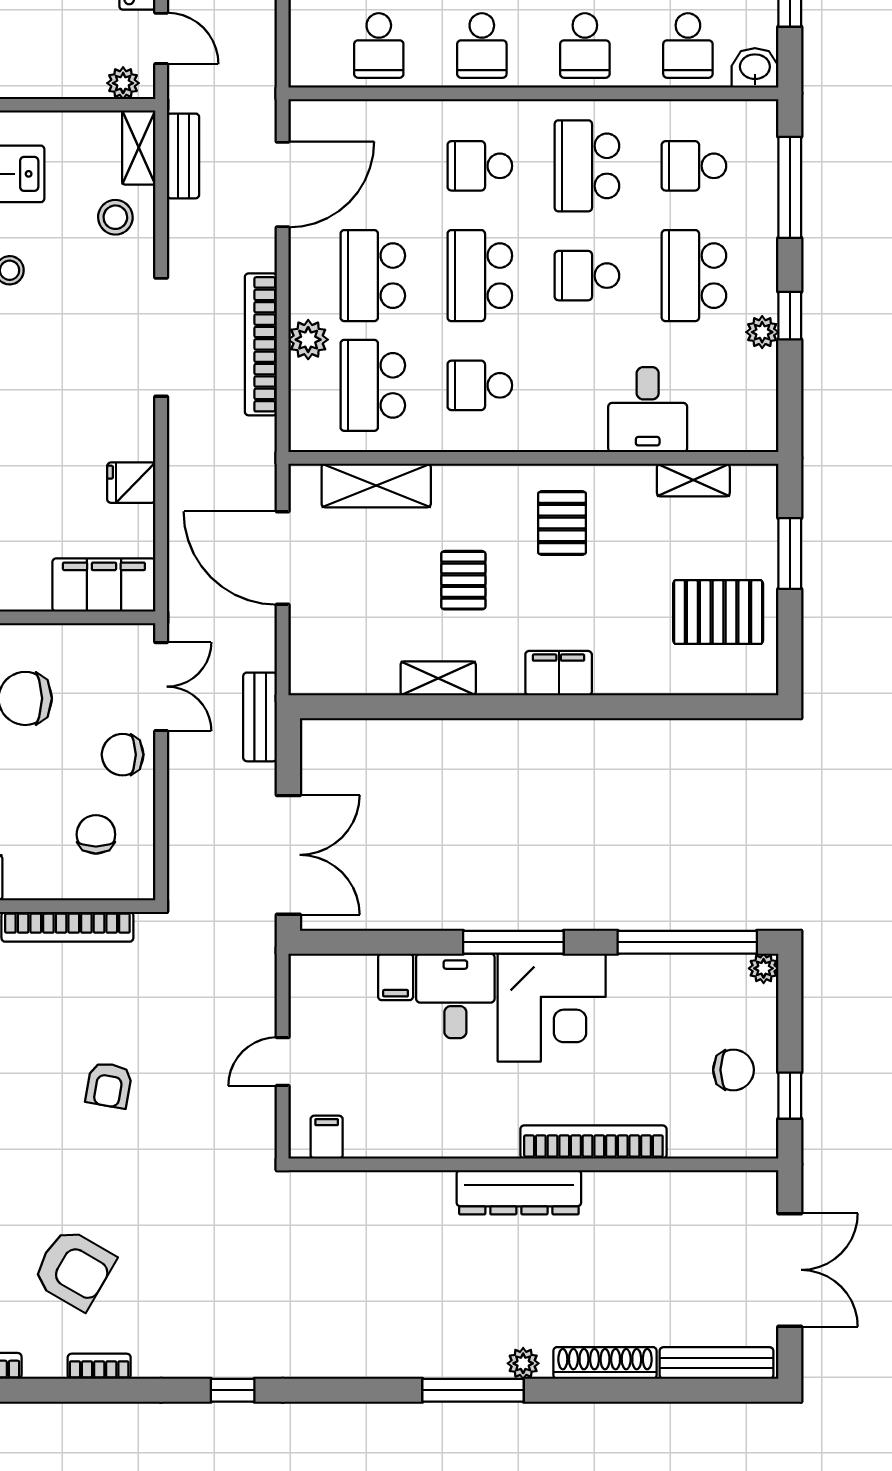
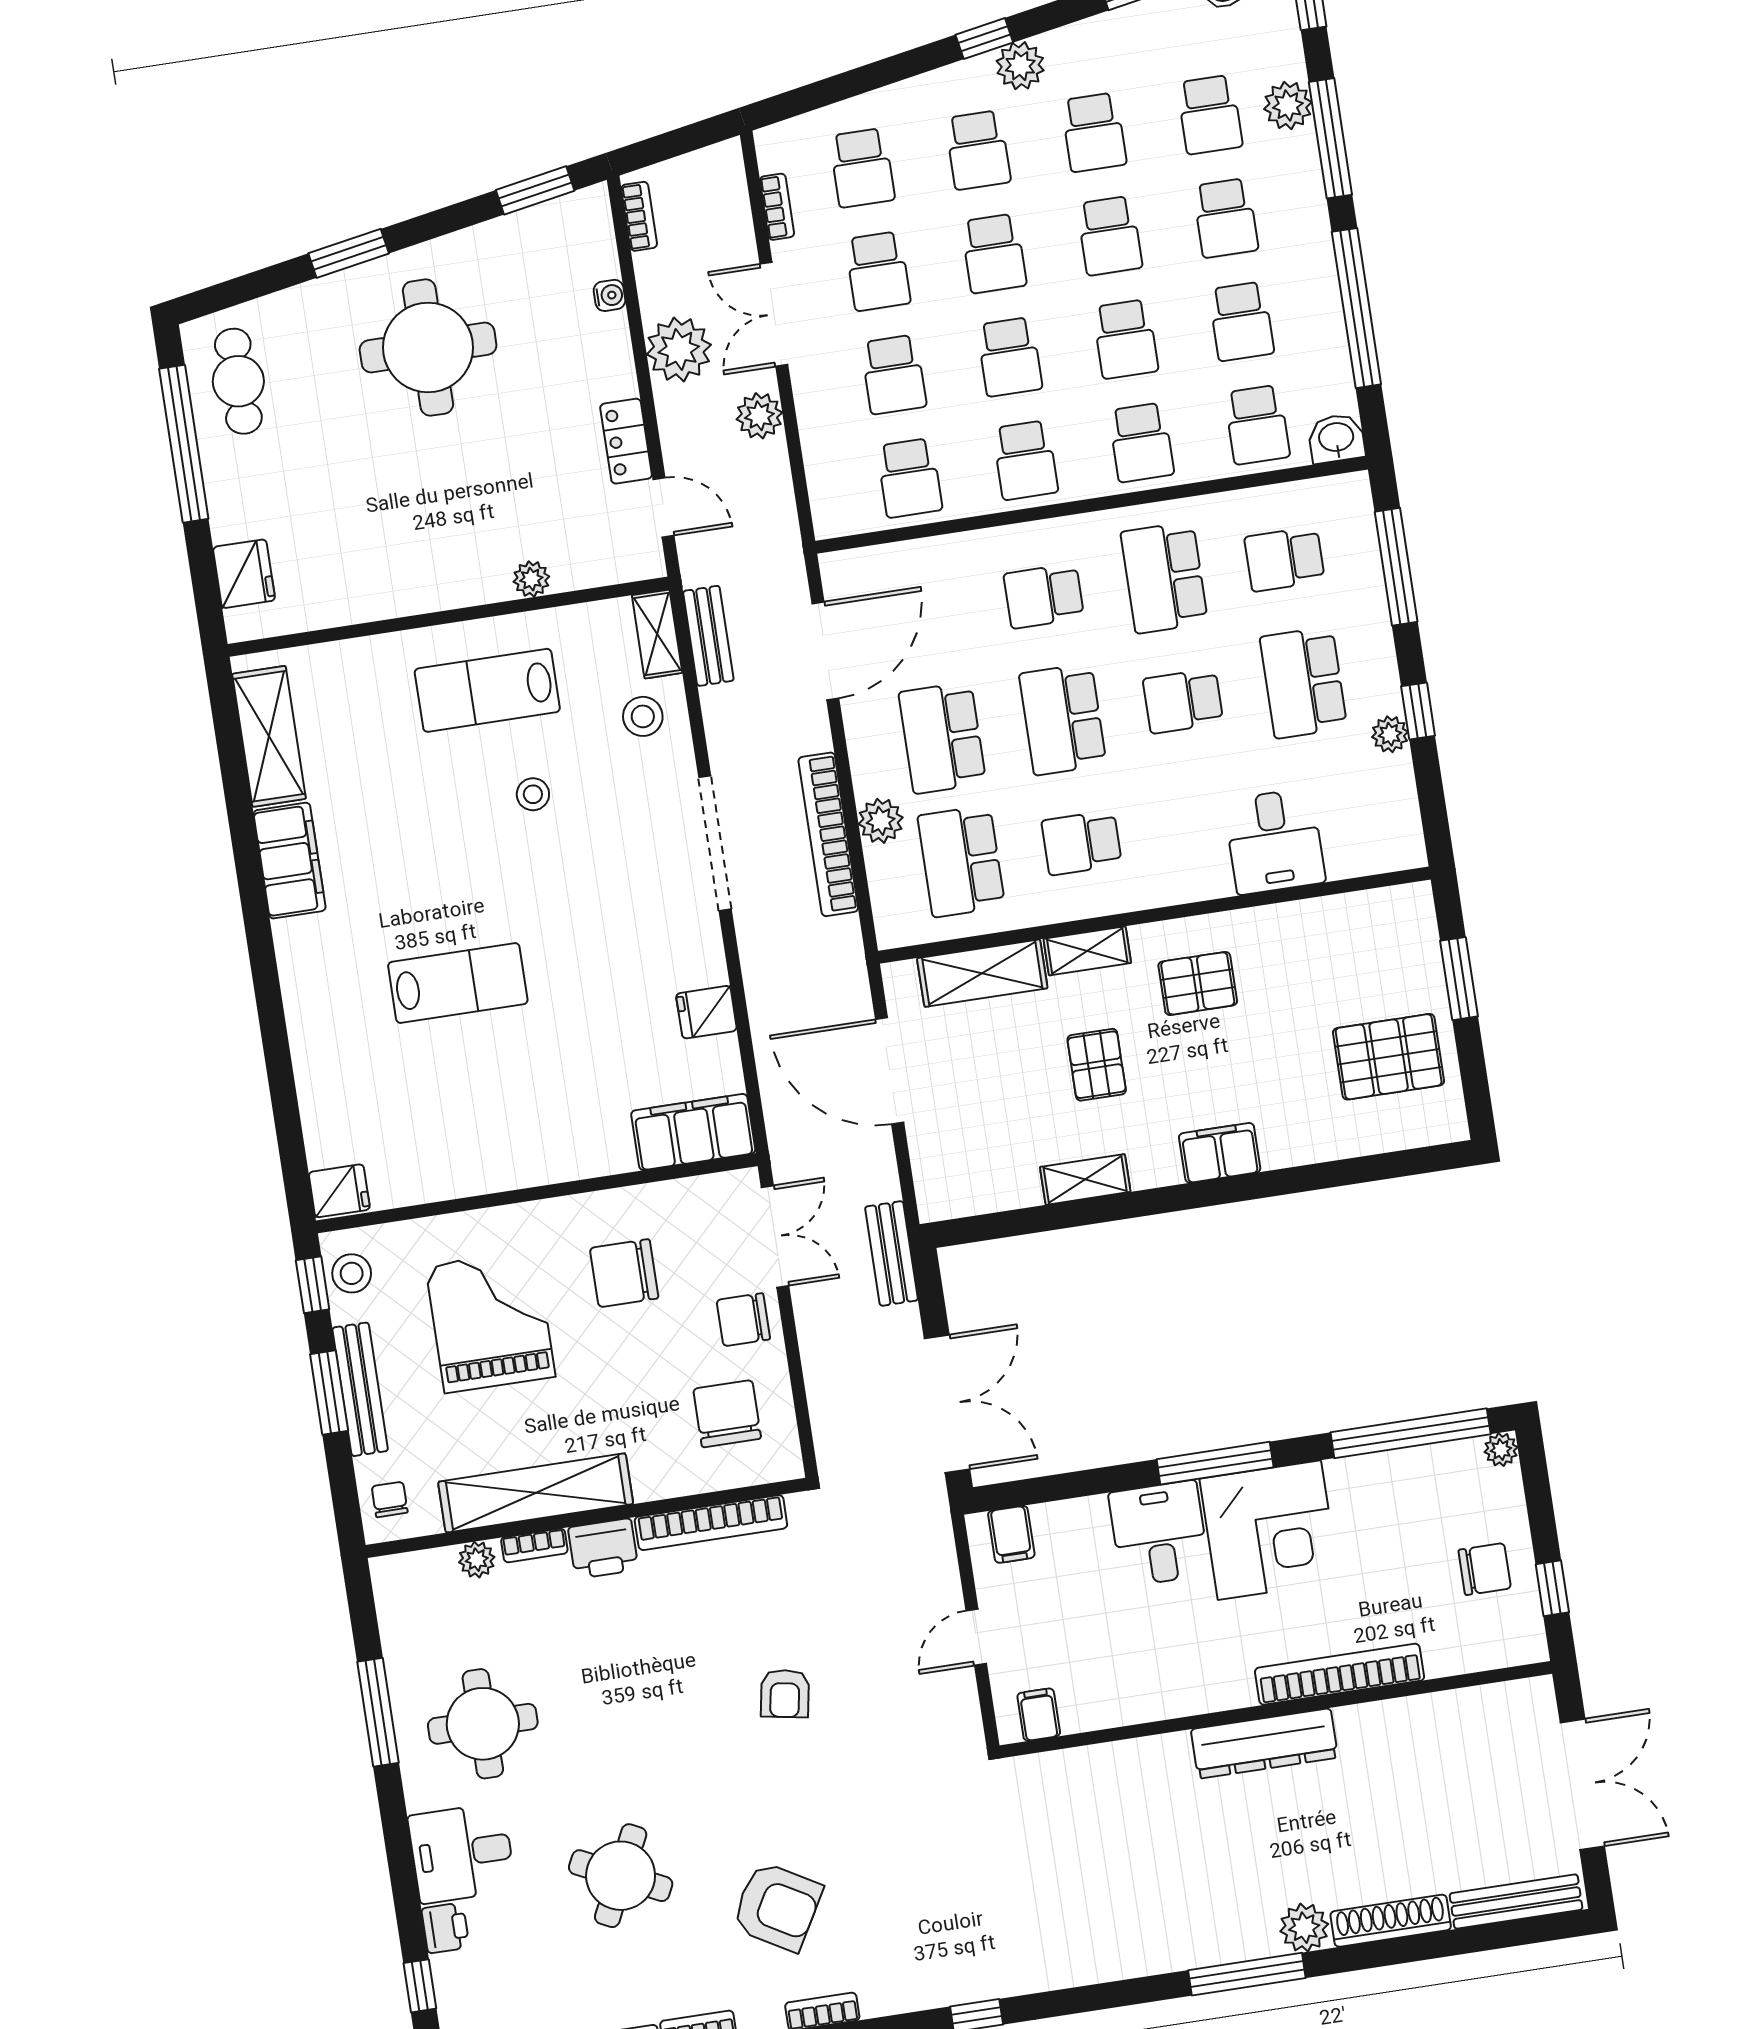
plant: (123, 83) -> (531, 579), moved
shelving: (693, 480) -> (1087, 951), moved
pallet: (562, 523) -> (1198, 983), turned 90
chair: (96, 834) -> (727, 1414), width x1.37, depth x1.37
filing cabinet: (396, 977) -> (1011, 1534), moved
plant: (523, 1363) -> (1304, 1928), width x1.38, depth x1.38

